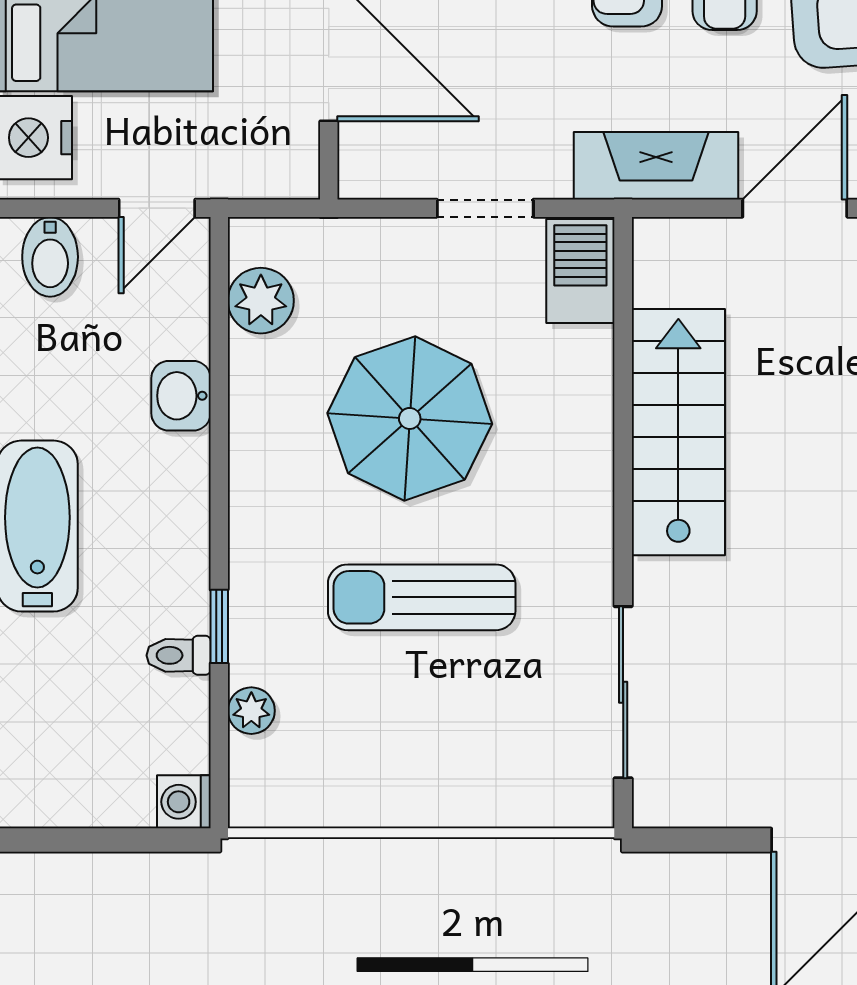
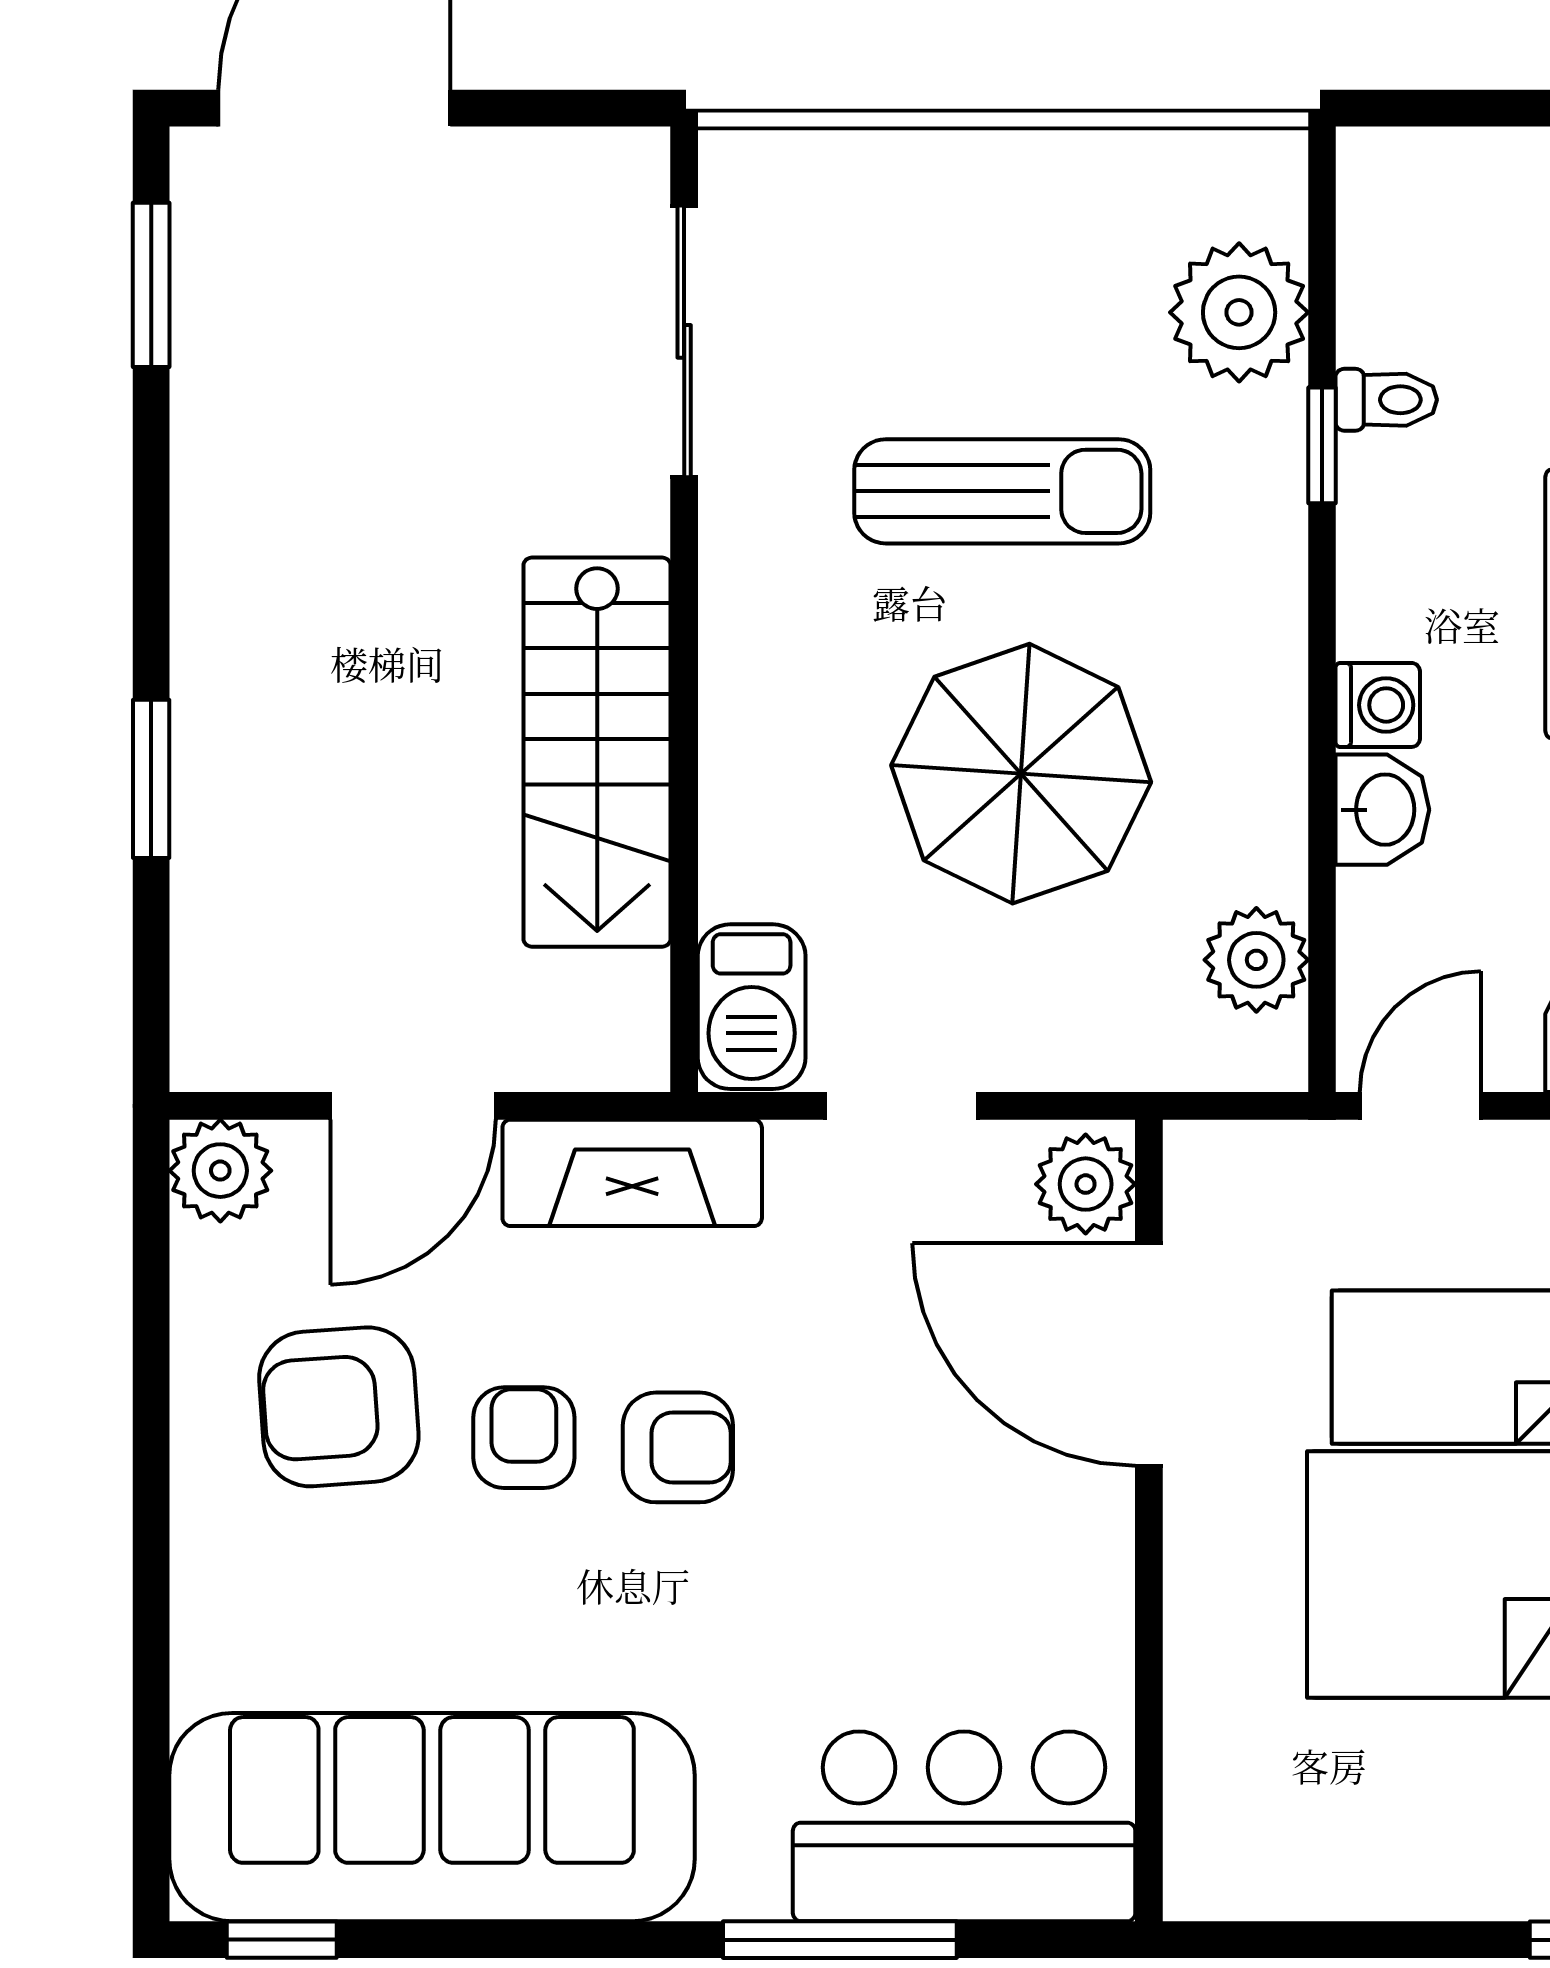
plant: (369, 159) -> (1086, 1184), added
plant: (251, 711) -> (1239, 312), width x1.88, depth x1.88
washing machine: (184, 802) -> (1378, 705), moved

